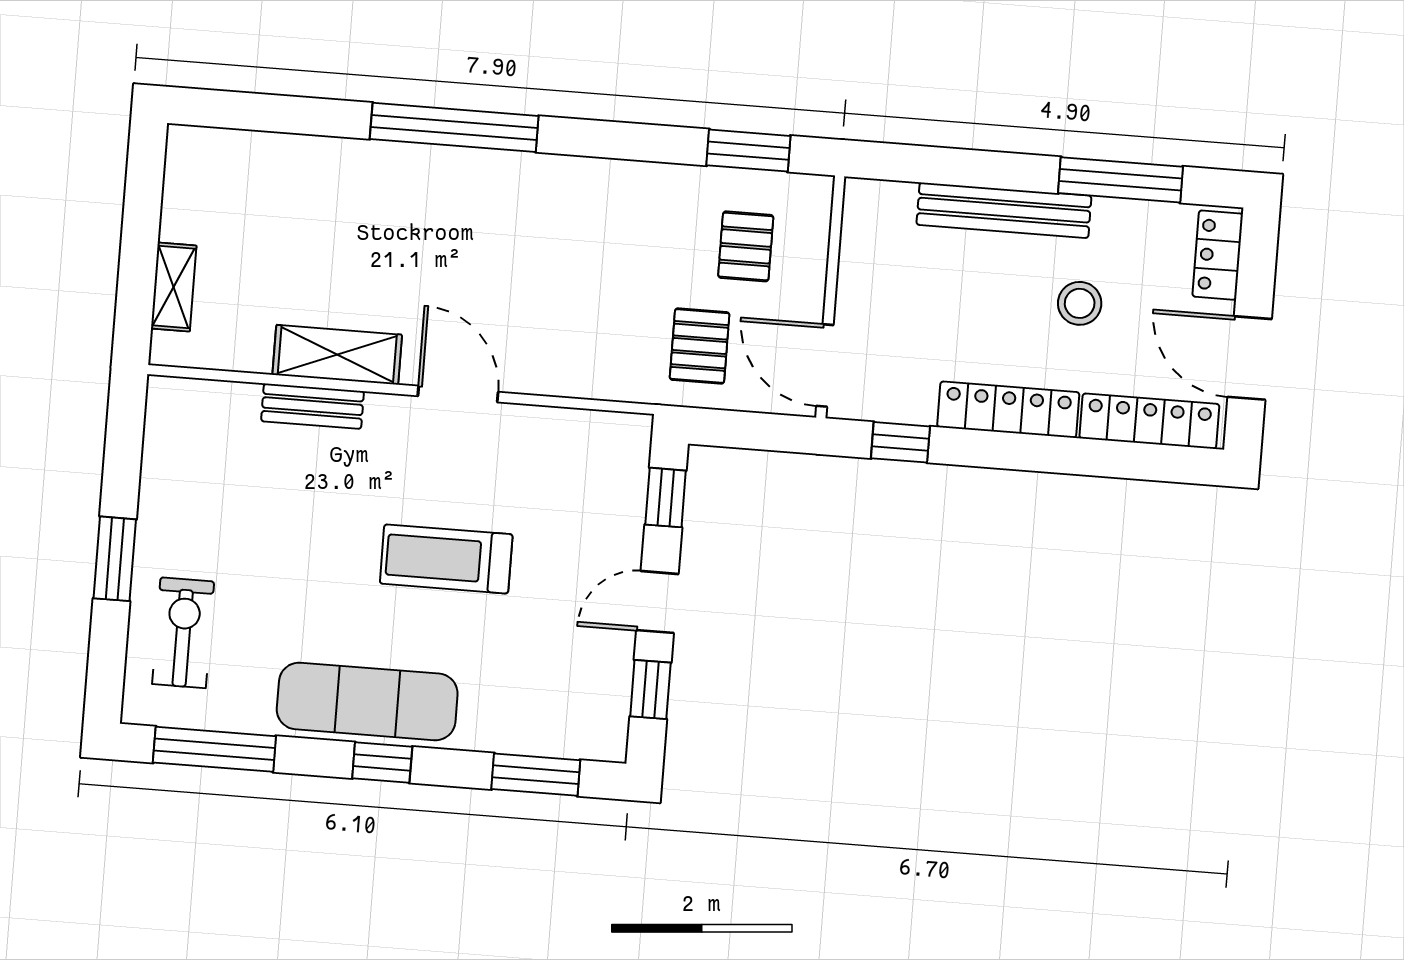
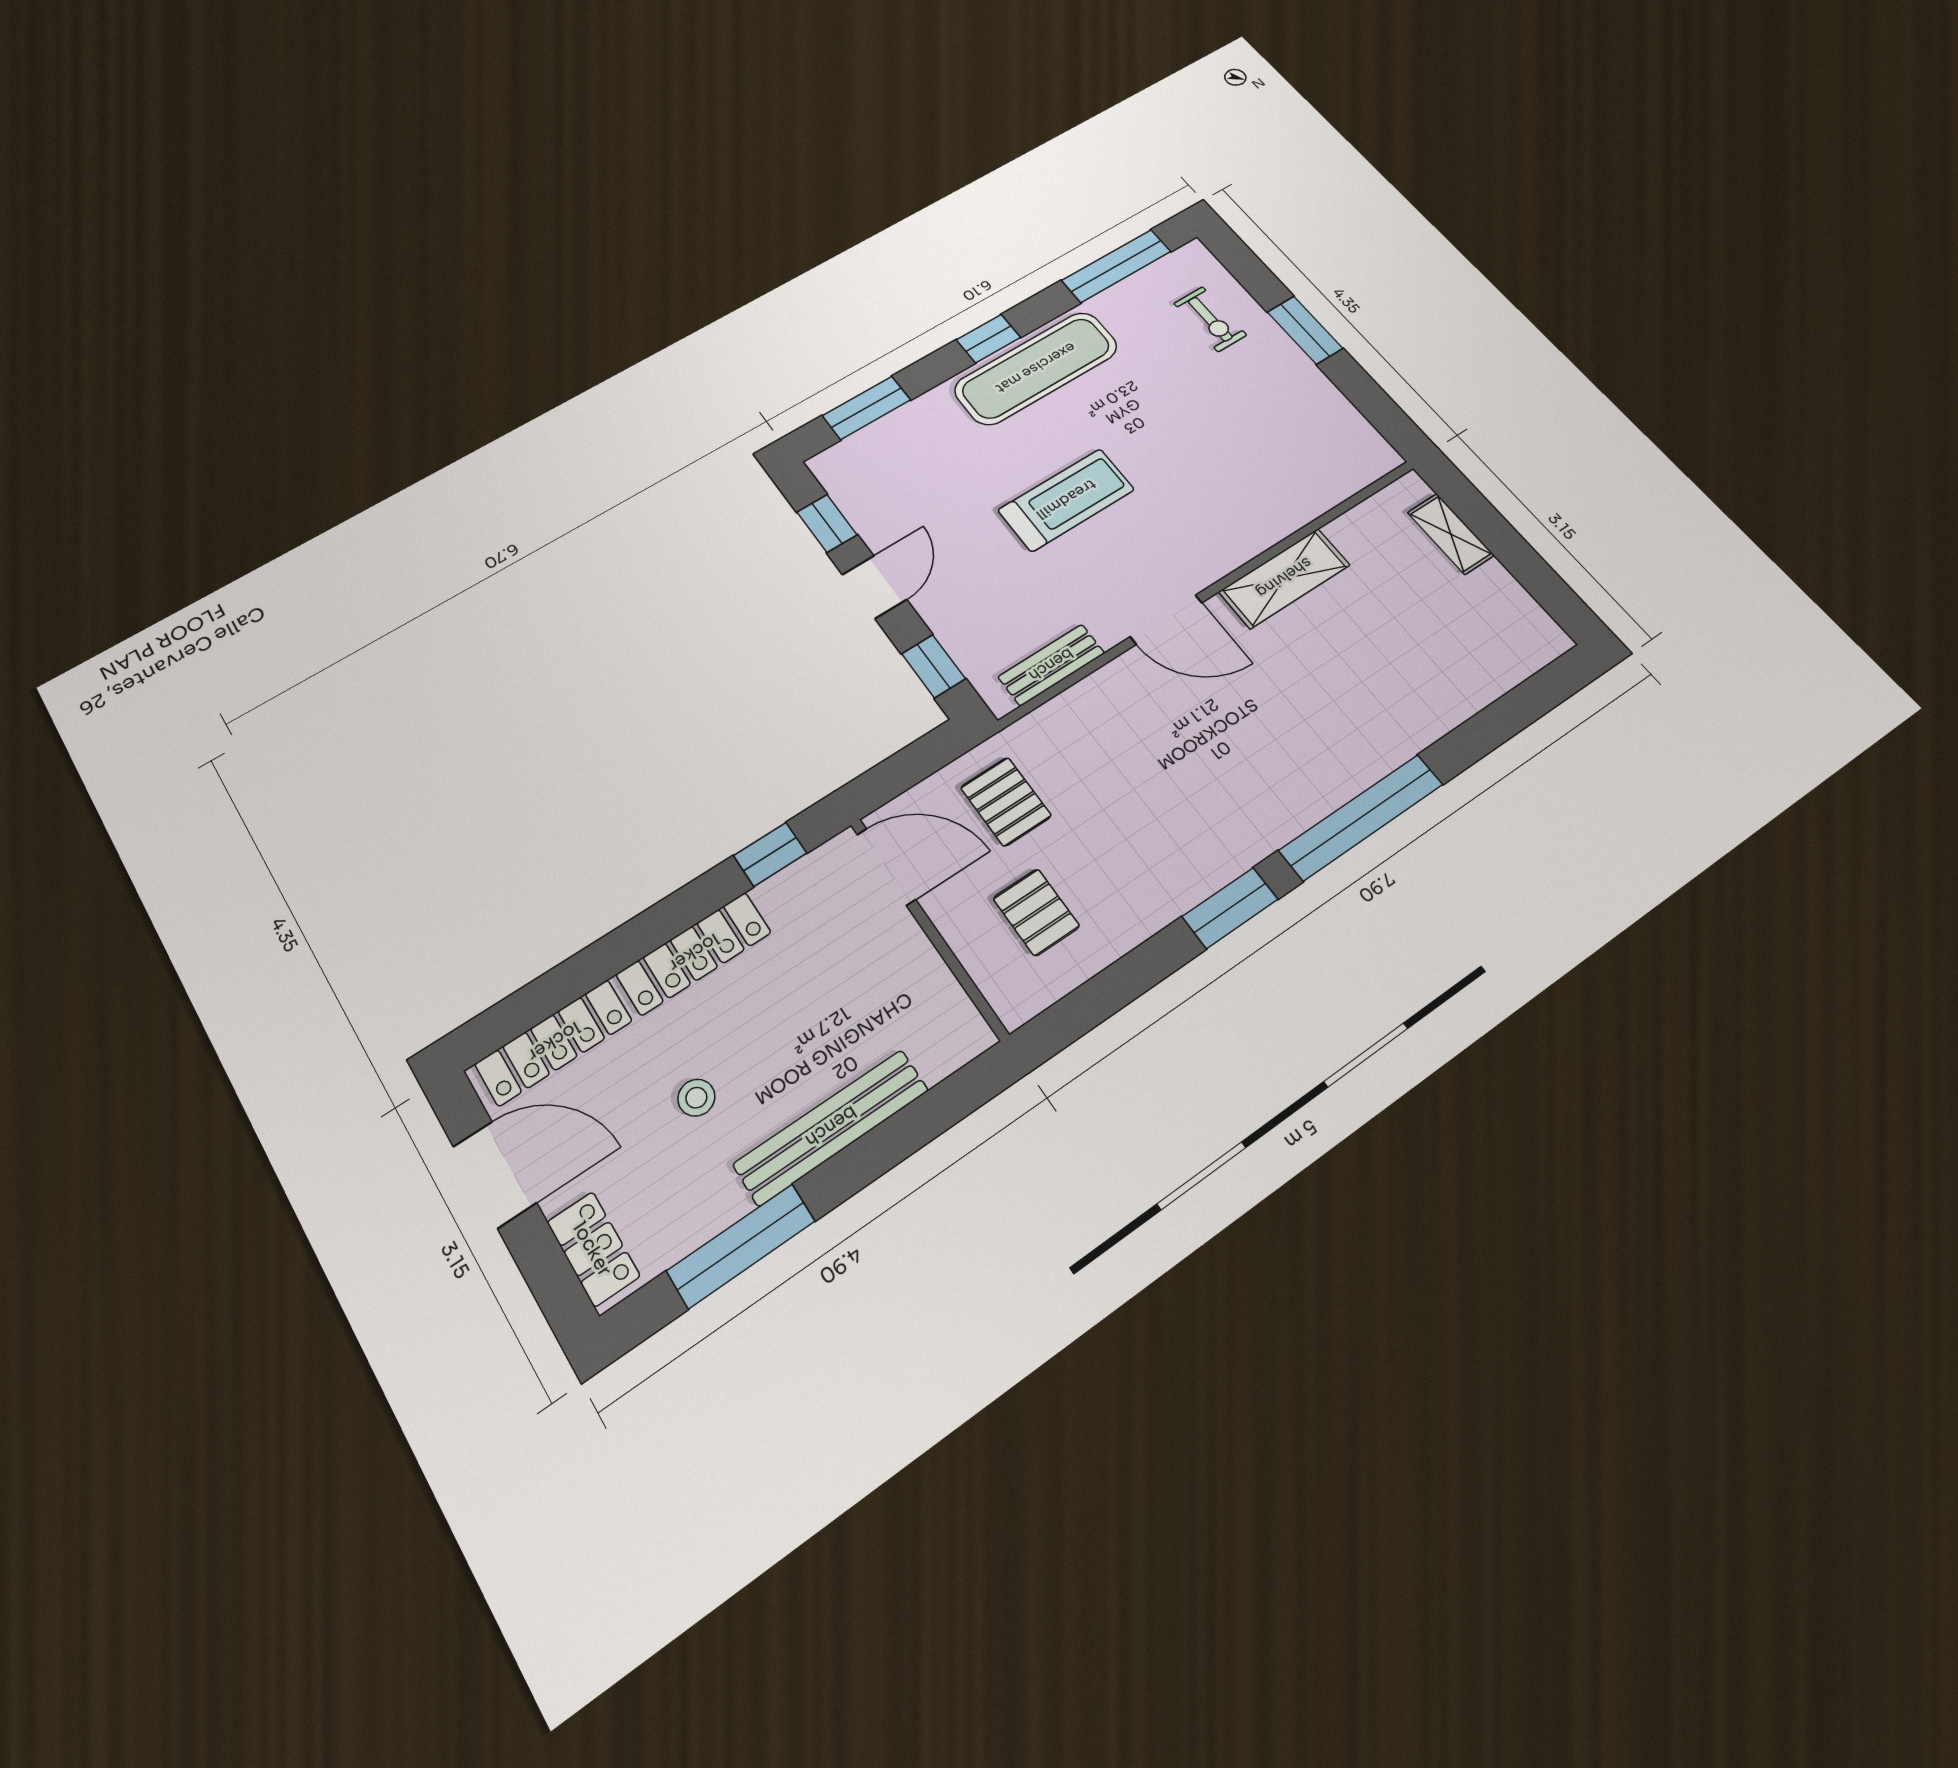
window: (748, 151) -> (1230, 908), moved
stool: (1080, 303) -> (696, 1098), width x0.73, depth x0.73
bench: (313, 406) -> (1051, 665), moved
exercise bike: (183, 633) -> (1210, 319), width x0.73, depth x0.72

